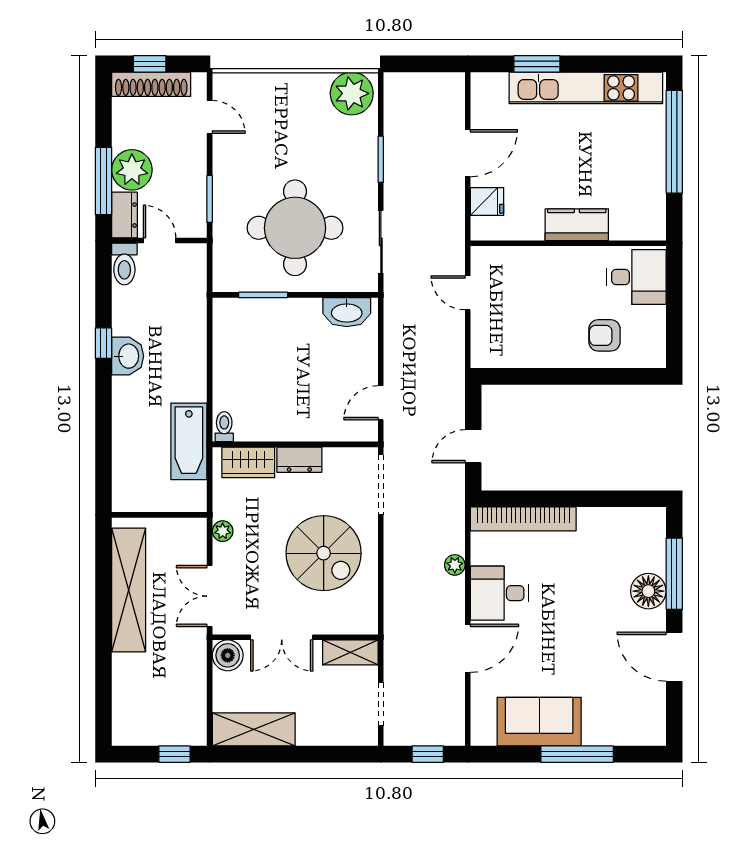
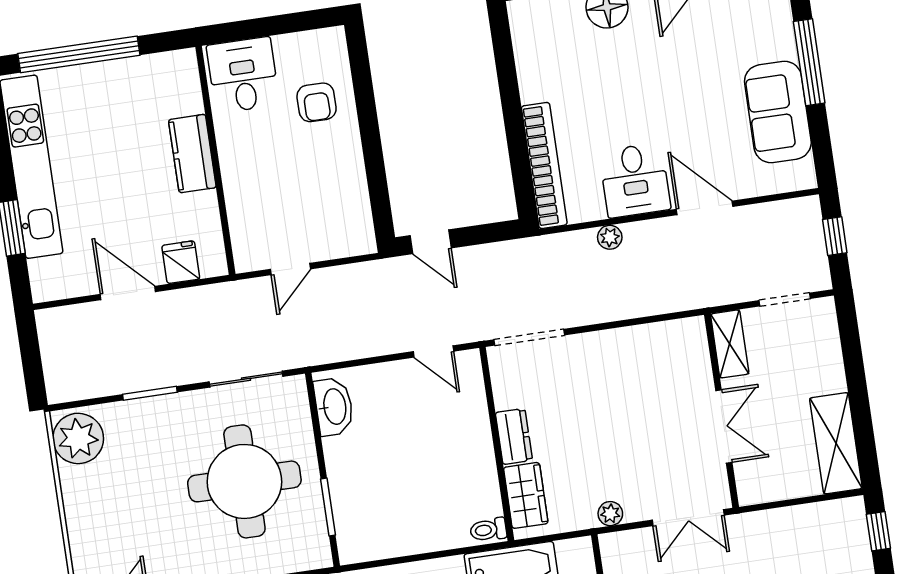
door: (473, 446) -> (431, 242), moved
spiral stairs: (324, 553) -> (619, 392), removed
boiler: (228, 655) -> (754, 486), removed

